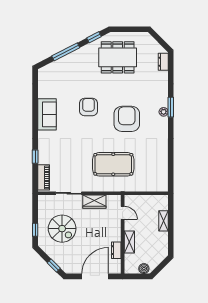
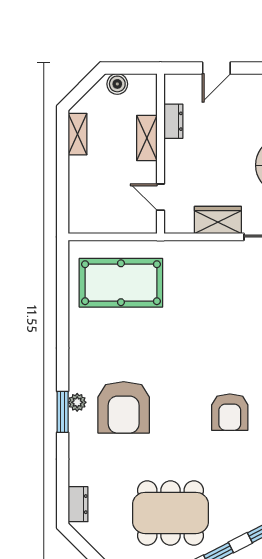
armchair: (127, 119) -> (124, 407), moved
pool table: (113, 164) -> (121, 283), moved
shelving: (163, 221) -> (78, 134), moved
door: (95, 276) -> (216, 68), width x0.53

